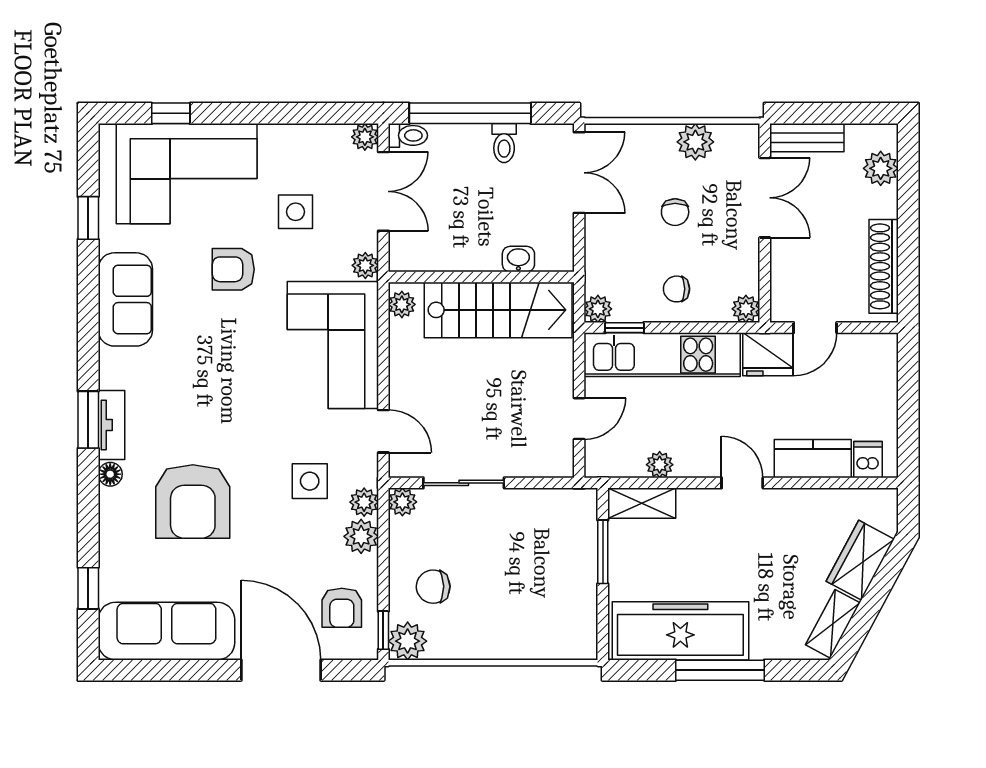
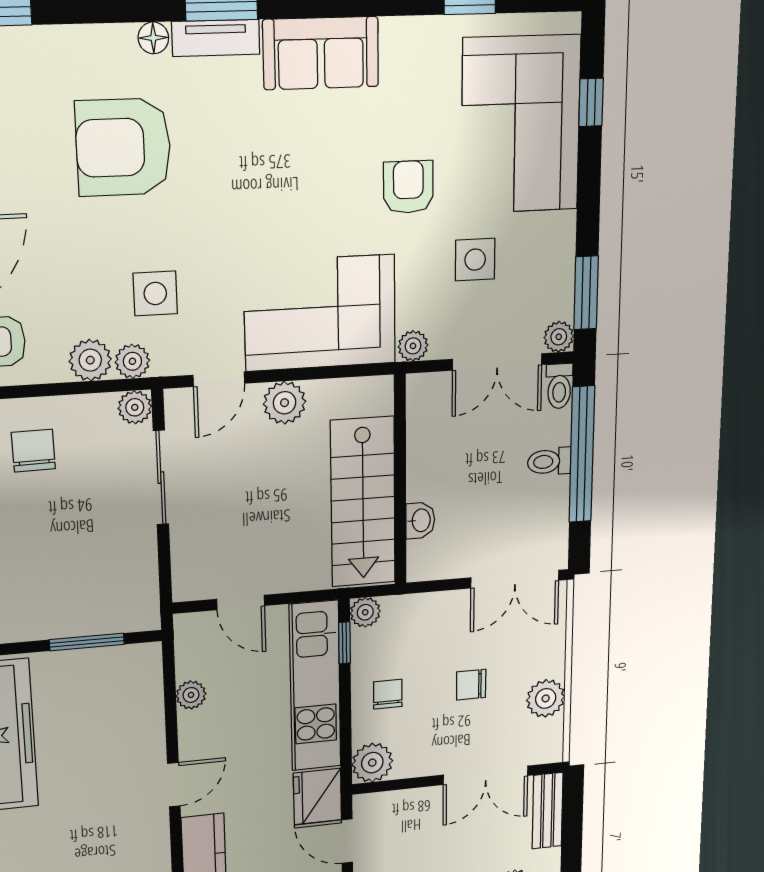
window: (328, 113) -> (586, 293), added
toilet: (504, 143) -> (549, 462), moved
sofa: (125, 299) -> (321, 53), moved
plant: (402, 304) -> (285, 403), moved, width x1.38, depth x1.38
plant: (746, 309) -> (372, 763), width x1.38, depth x1.38
shelving: (642, 503) -> (146, 680), removed

